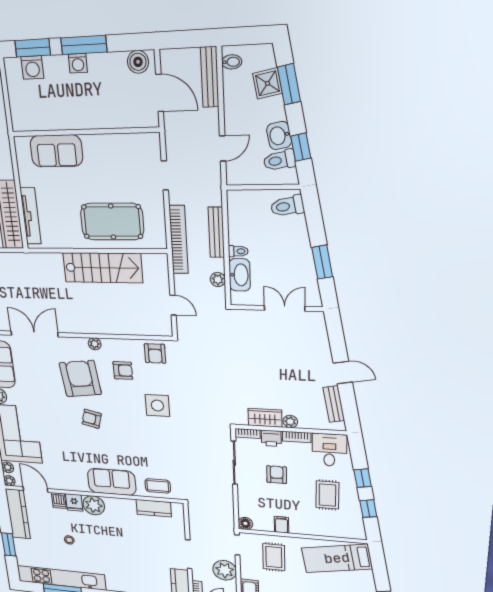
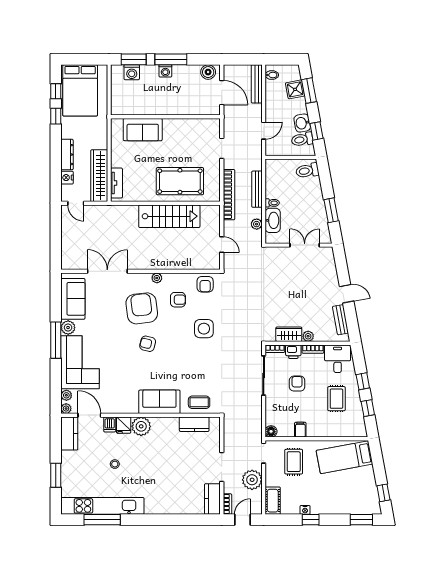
tv unit: (31, 216) -> (117, 183), width x0.71
kitchen counter: (18, 514) -> (69, 434), width x0.67

